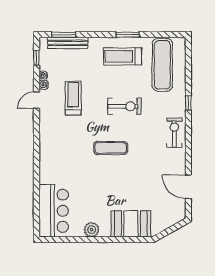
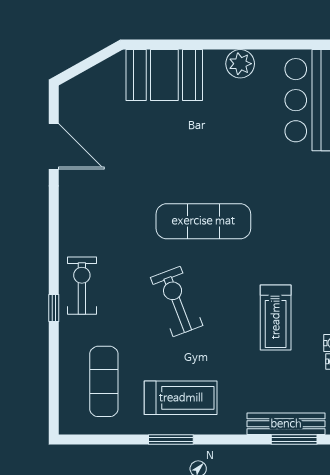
exercise mat: (162, 65) -> (104, 381), width x0.73, depth x0.69
exercise bike: (125, 106) -> (177, 302), turned 69
exercise bike: (174, 133) -> (82, 286), moved, turned 180
exercise mat: (111, 148) -> (203, 221), width x1.36, depth x1.45

